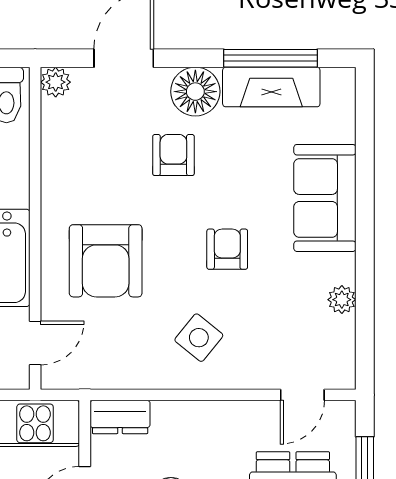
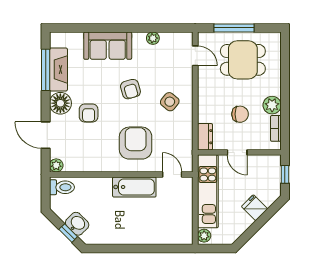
armchair: (173, 155) -> (89, 113), turned -90
armchair: (227, 249) -> (130, 89), turned -106
armchair: (106, 261) -> (136, 143), turned -90

